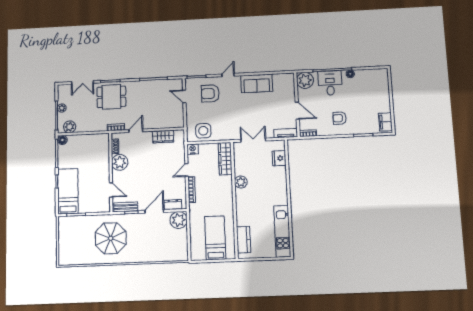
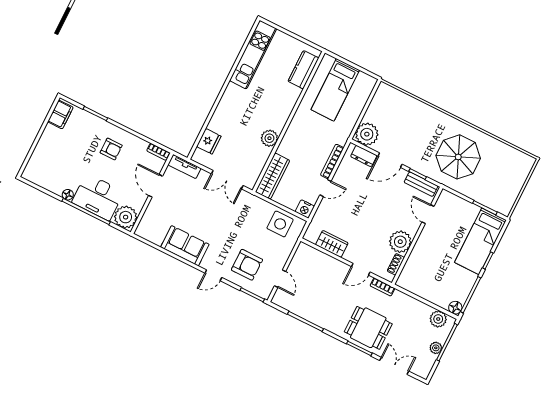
desk: (330, 83) -> (98, 197), width x1.37

